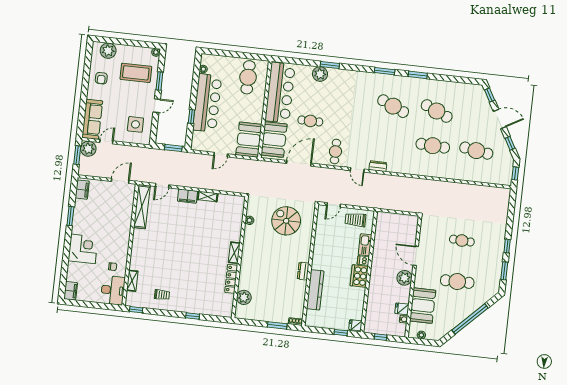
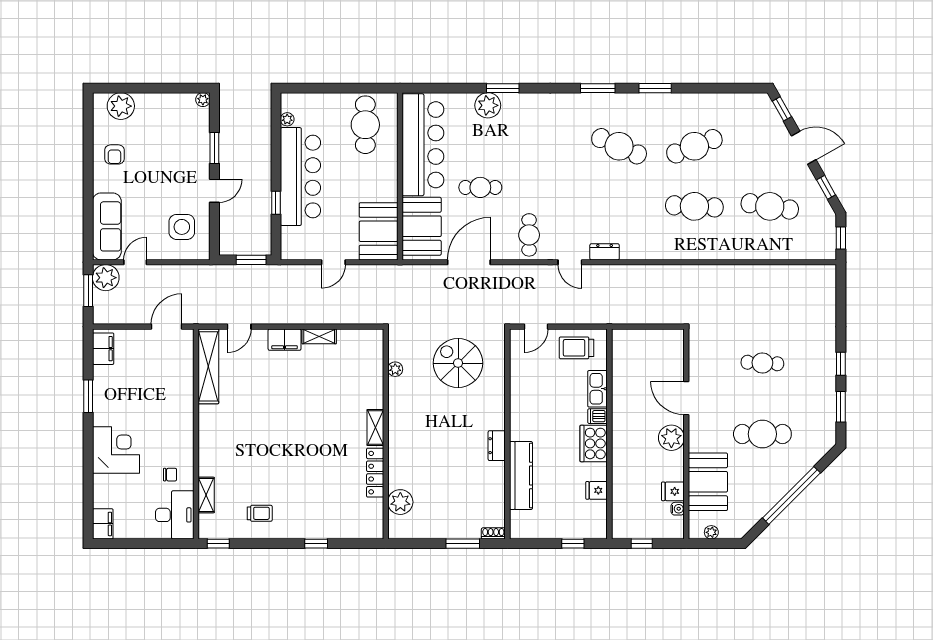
coffee table: (136, 73) -> (173, 139), removed
cafe table: (437, 111) -> (694, 146), turned -45
fridge: (355, 325) -> (597, 490), moved

